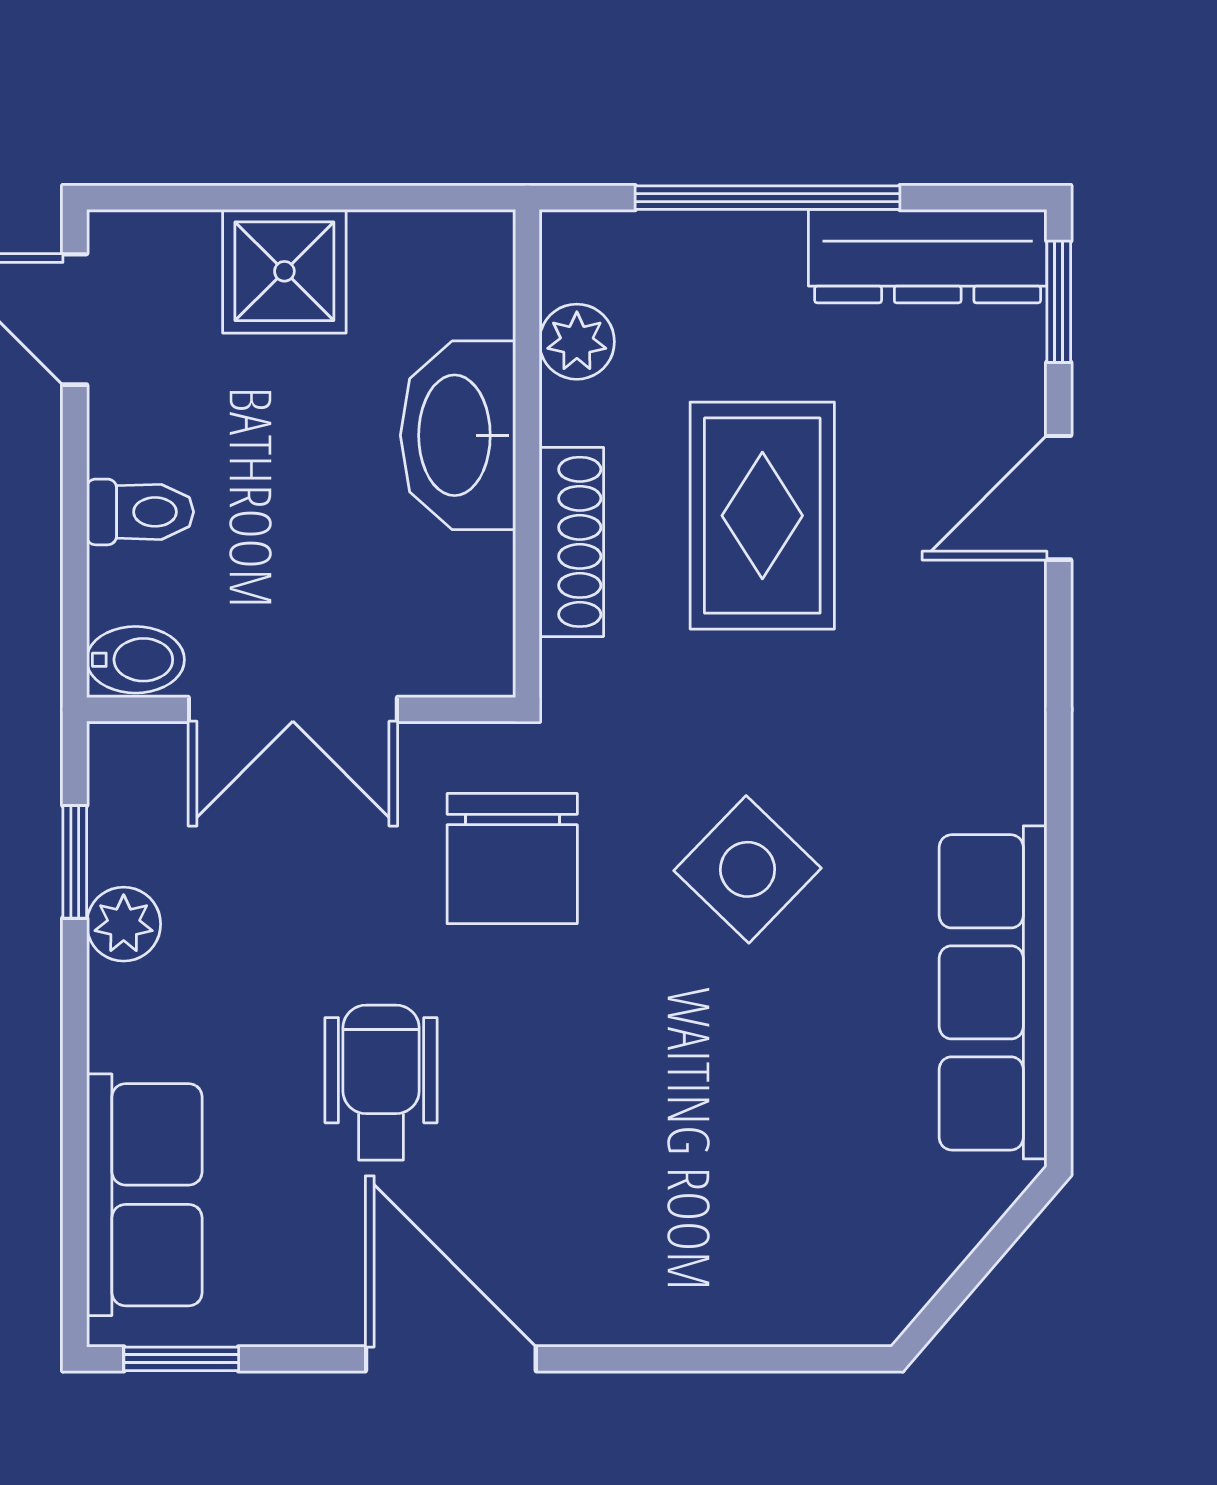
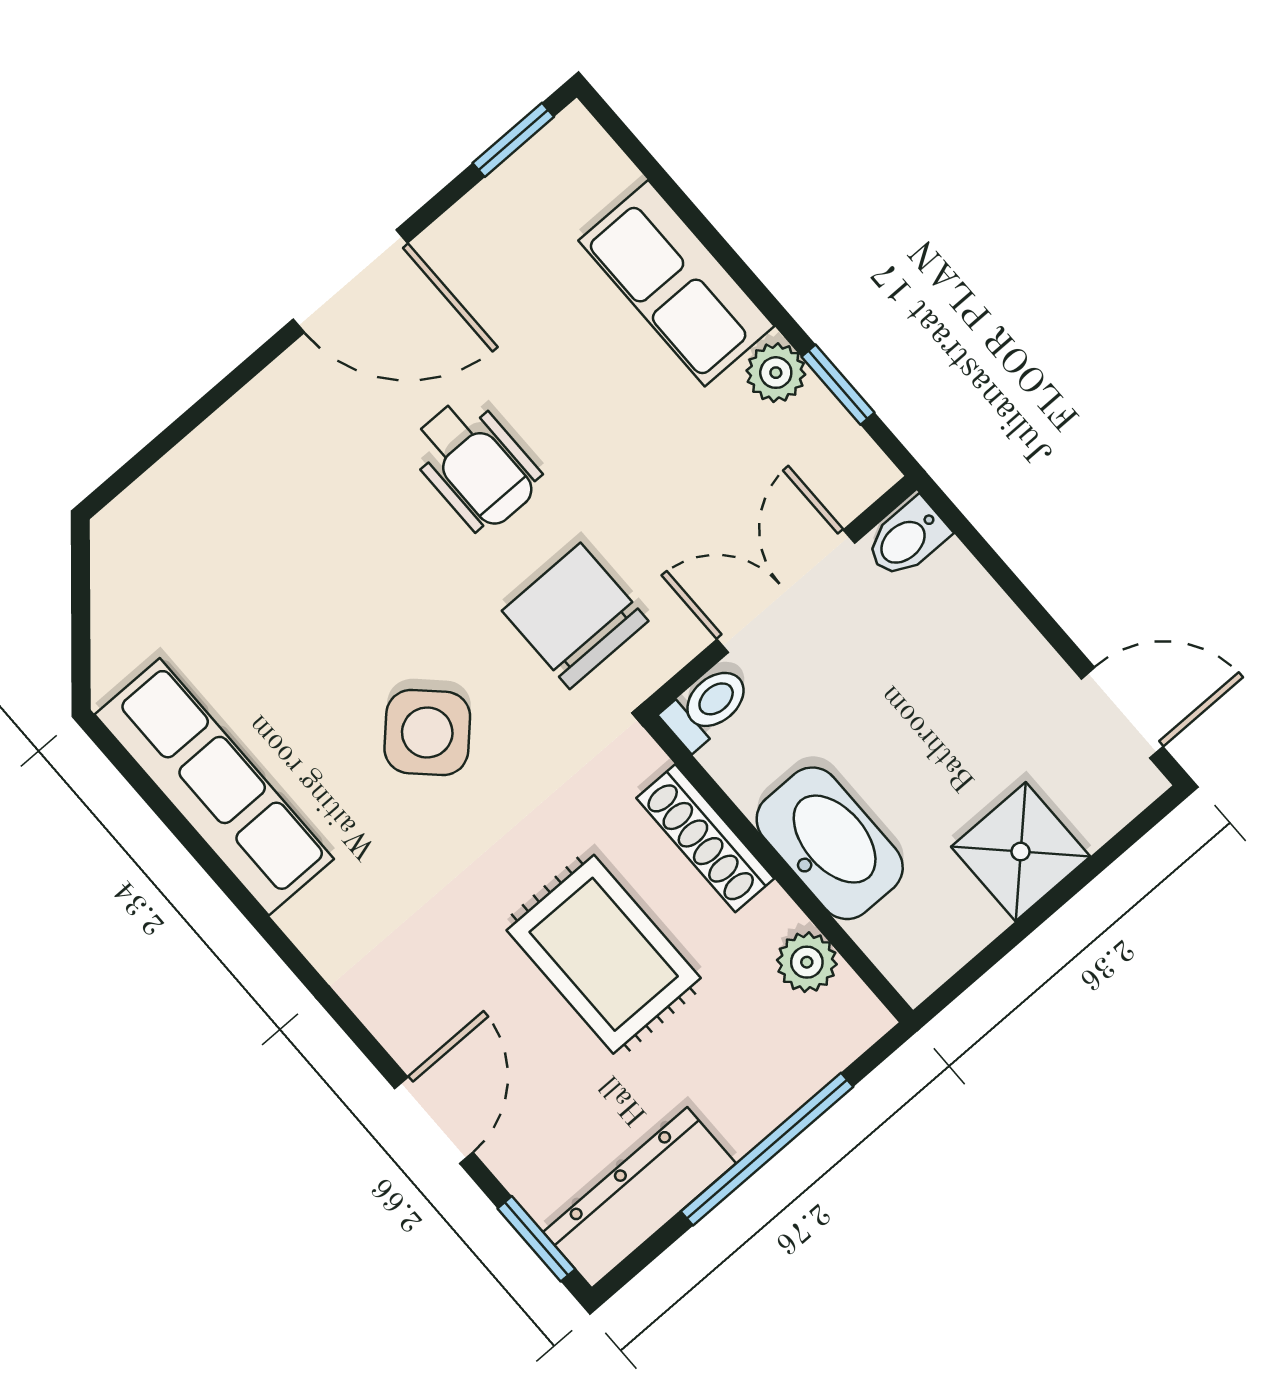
toilet: (140, 512) -> (707, 707), moved, turned 180
wheelchair: (381, 1083) -> (475, 464), moved
row of seats: (144, 1195) -> (676, 283), moved

